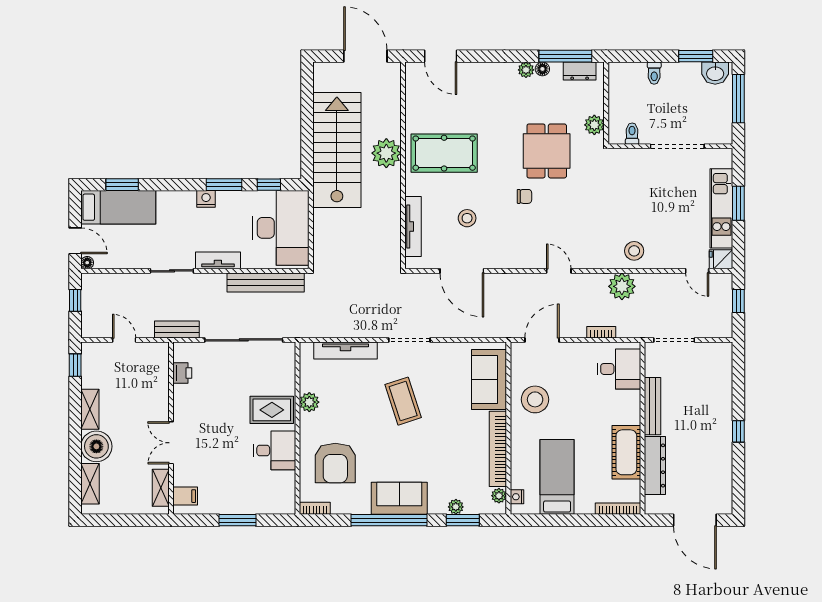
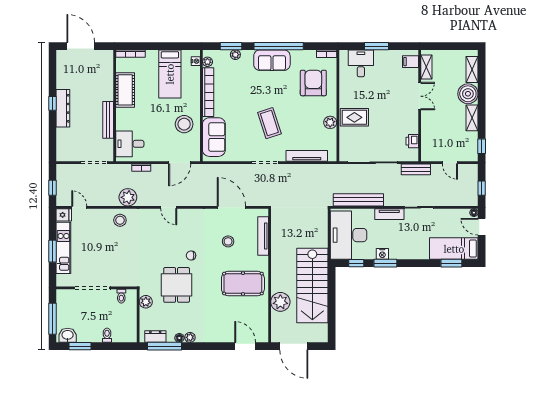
plant: (386, 153) -> (280, 302), moved
nightstand: (206, 199) -> (382, 254), moved
desk: (275, 450) -> (361, 63), moved, turned 90
dresser: (655, 465) -> (63, 108), moved, turned 180

